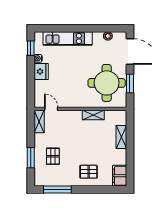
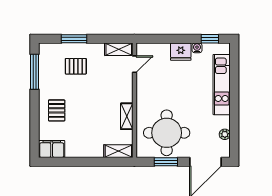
shelving: (121, 137) -> (118, 151), moved

